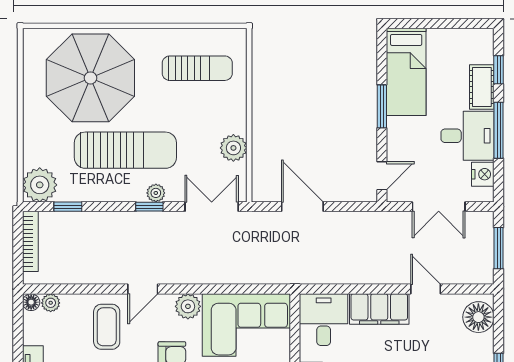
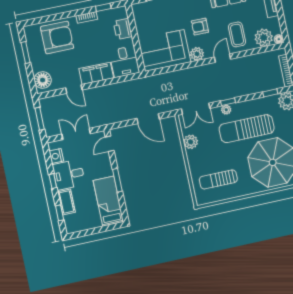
window: (499, 130) -> (53, 181), width x0.46
plant: (51, 303) -> (264, 38), width x1.88, depth x1.88

